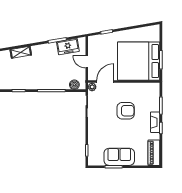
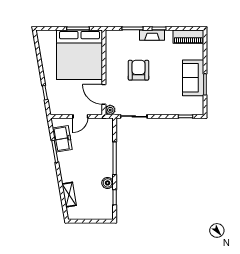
boiler: (74, 85) -> (108, 183), moved

